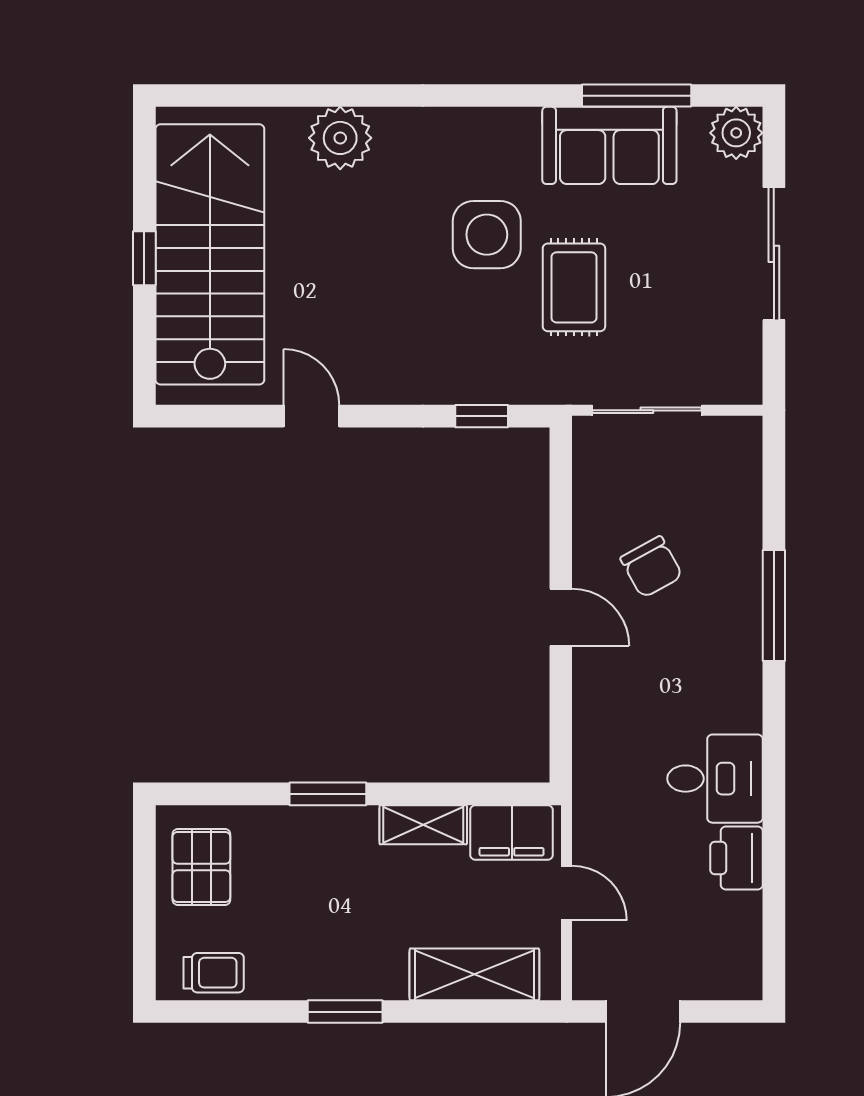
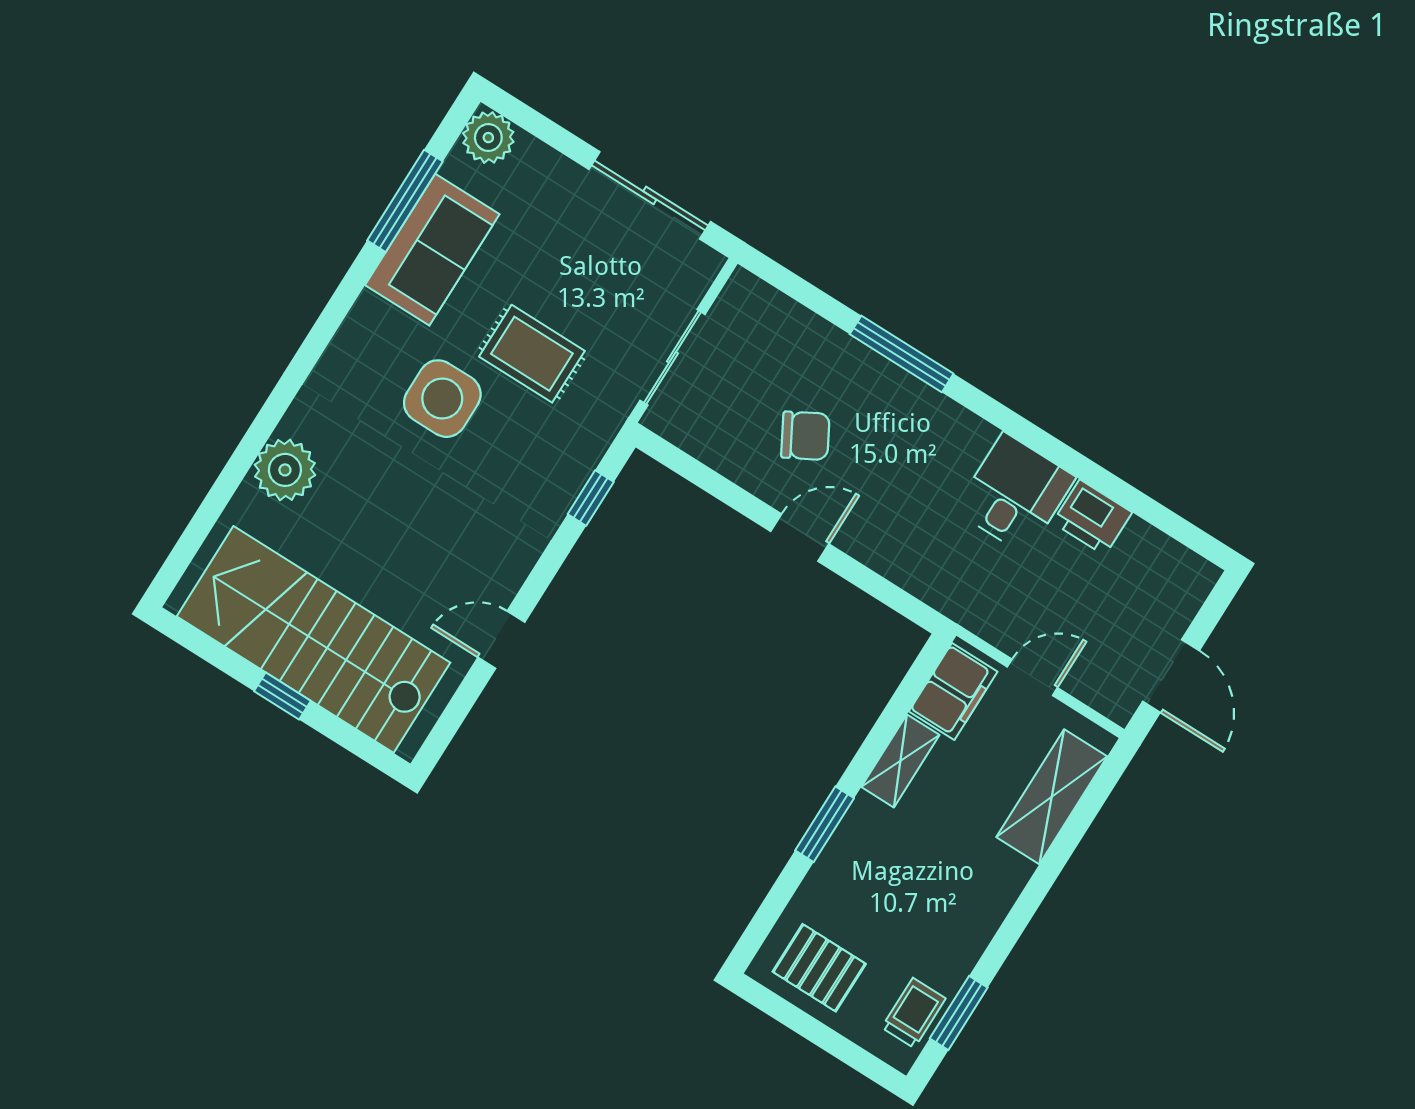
sliding door: (774, 254) -> (650, 195), moved
window: (345, 1012) -> (959, 1013), moved

